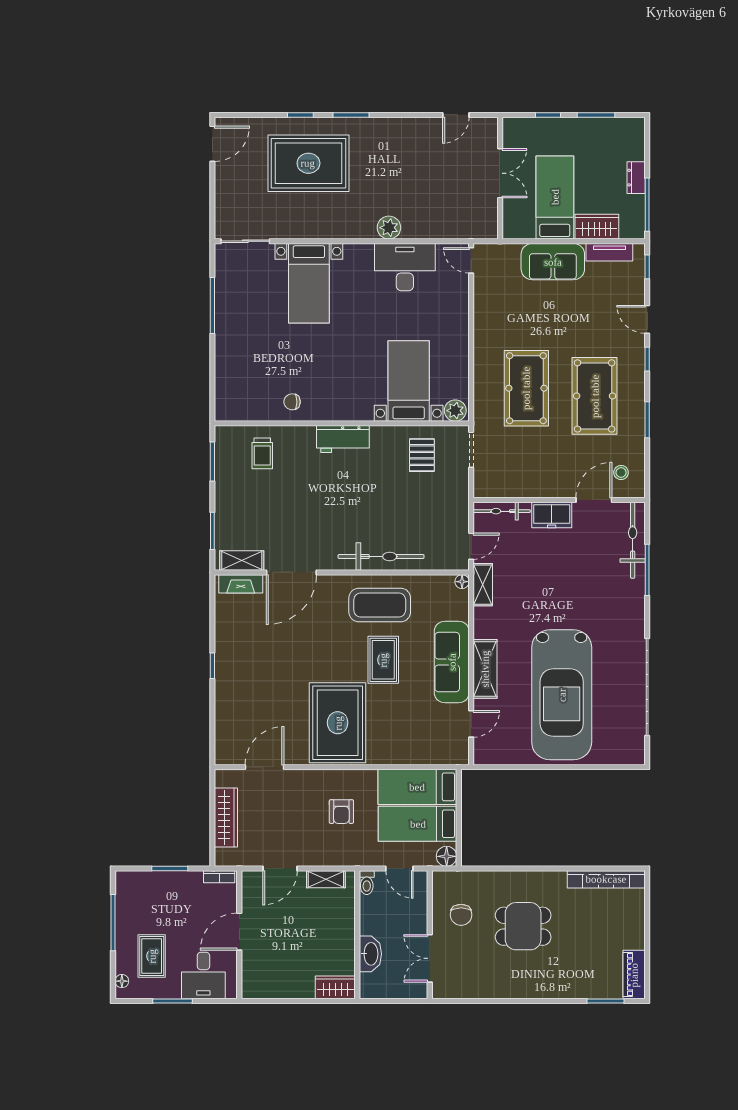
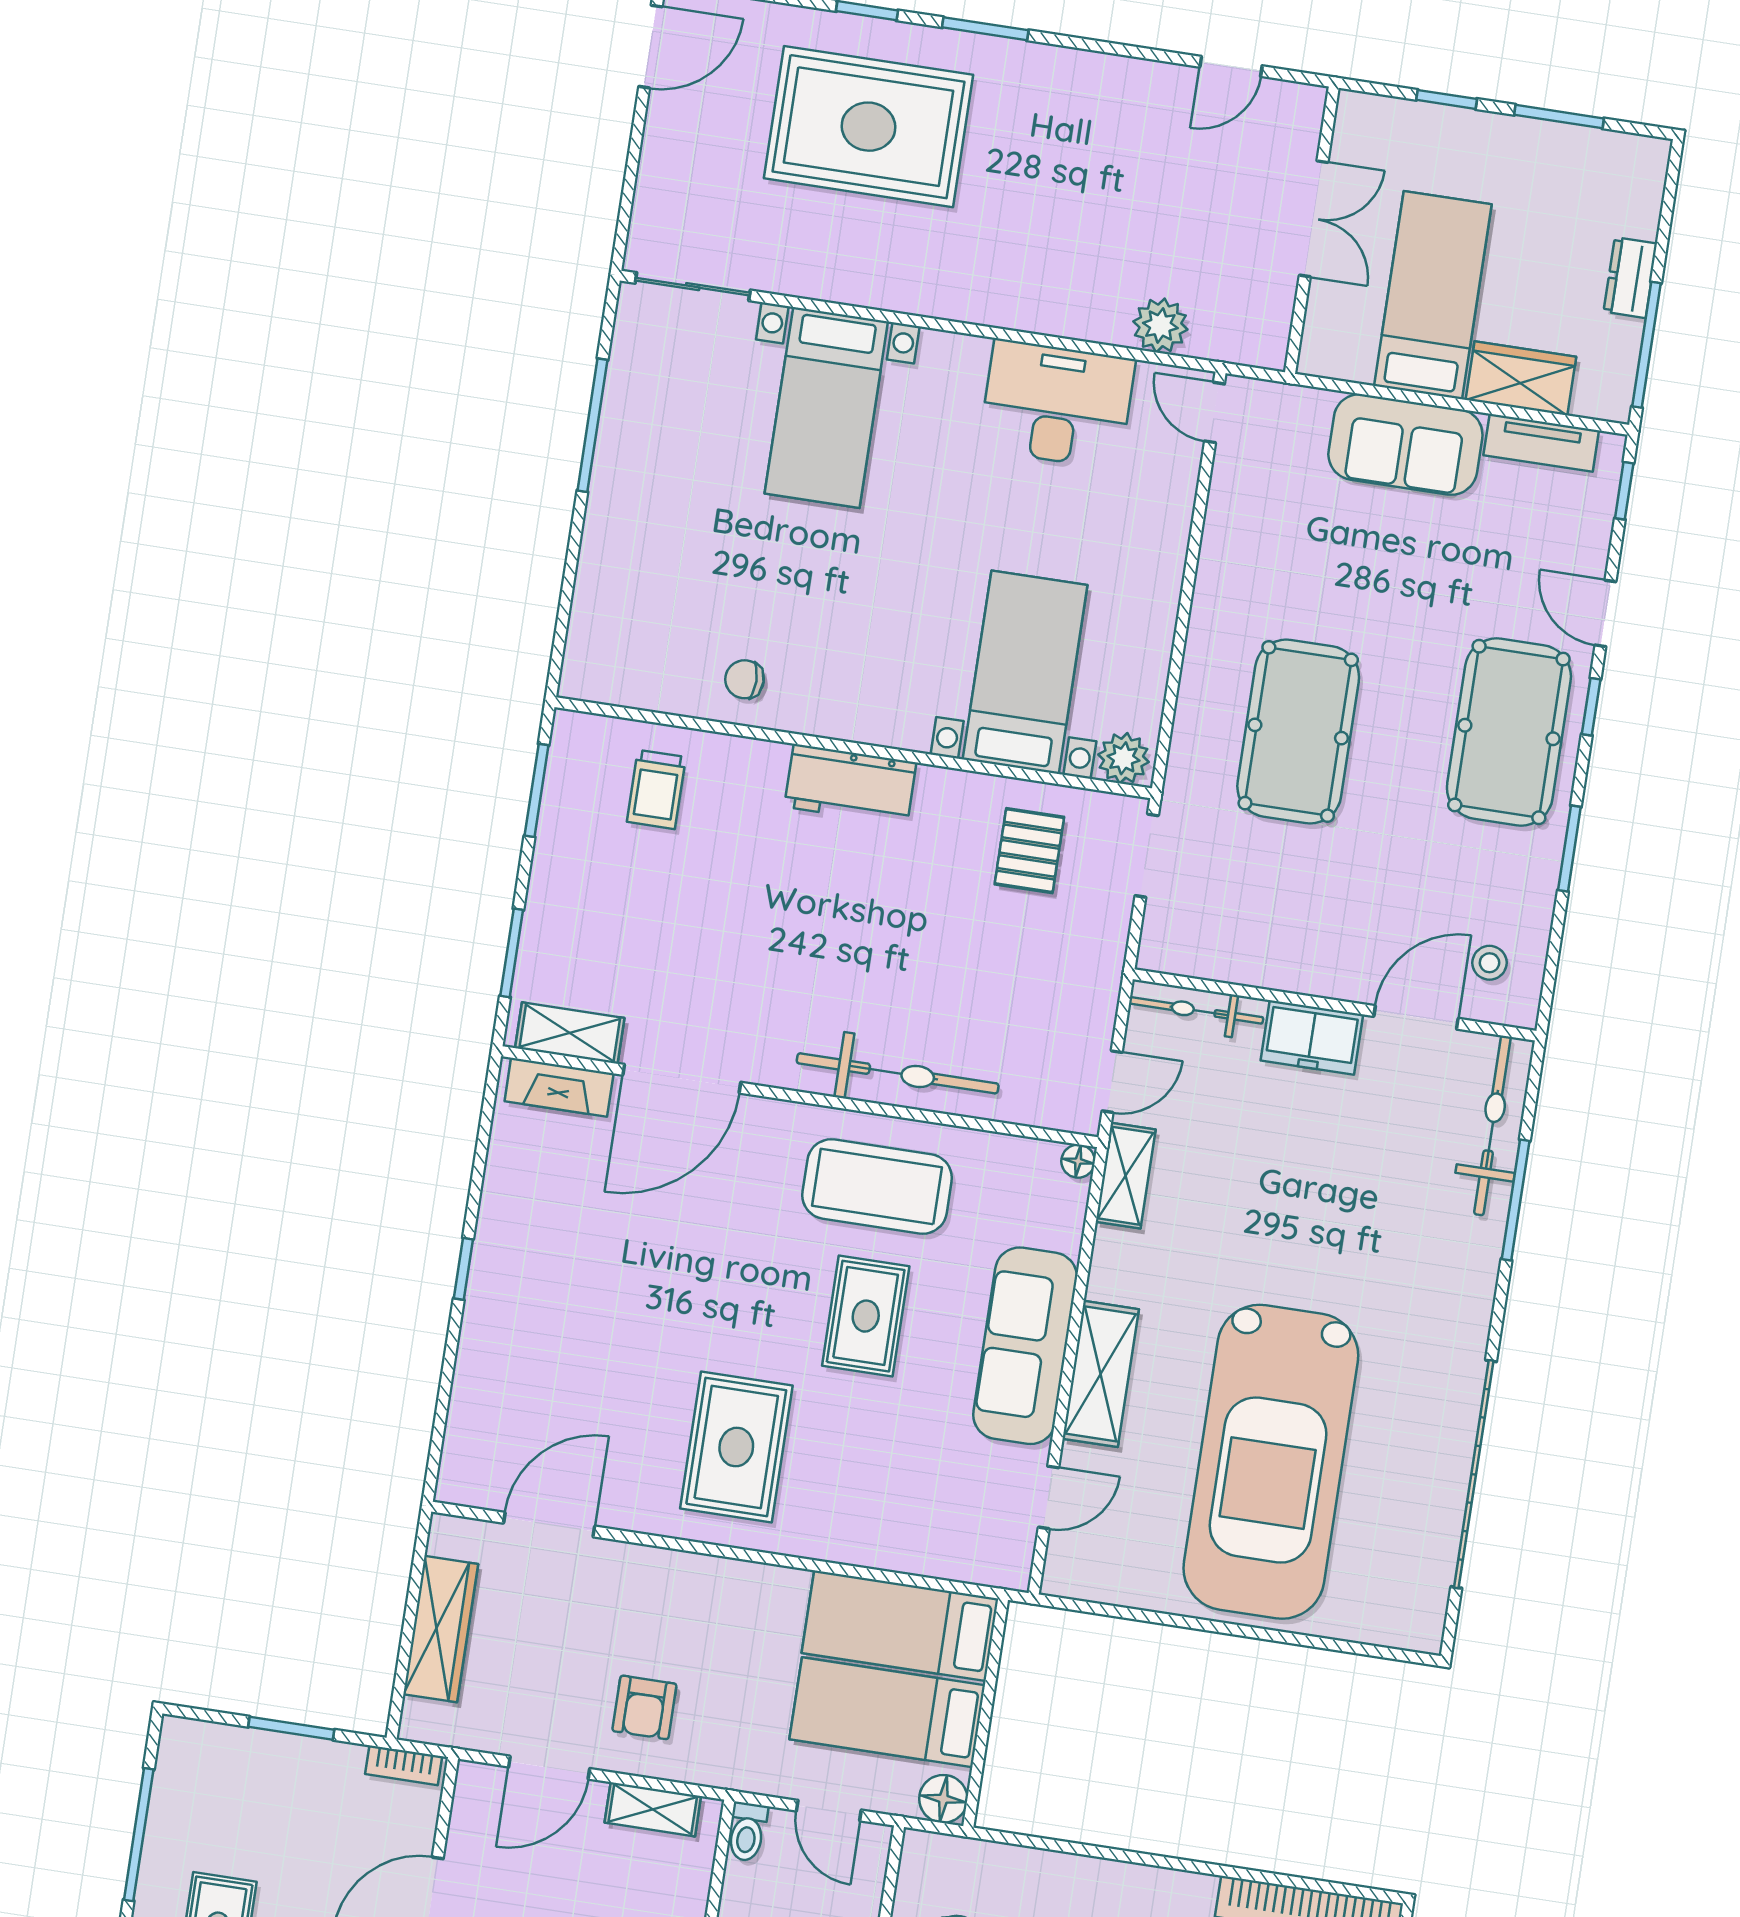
plant: (389, 228) -> (1160, 325), moved
pool table: (595, 396) -> (1509, 732), moved
rug: (338, 723) -> (736, 1447), width x0.73, depth x0.69
armchair: (341, 812) -> (644, 1707), moved

